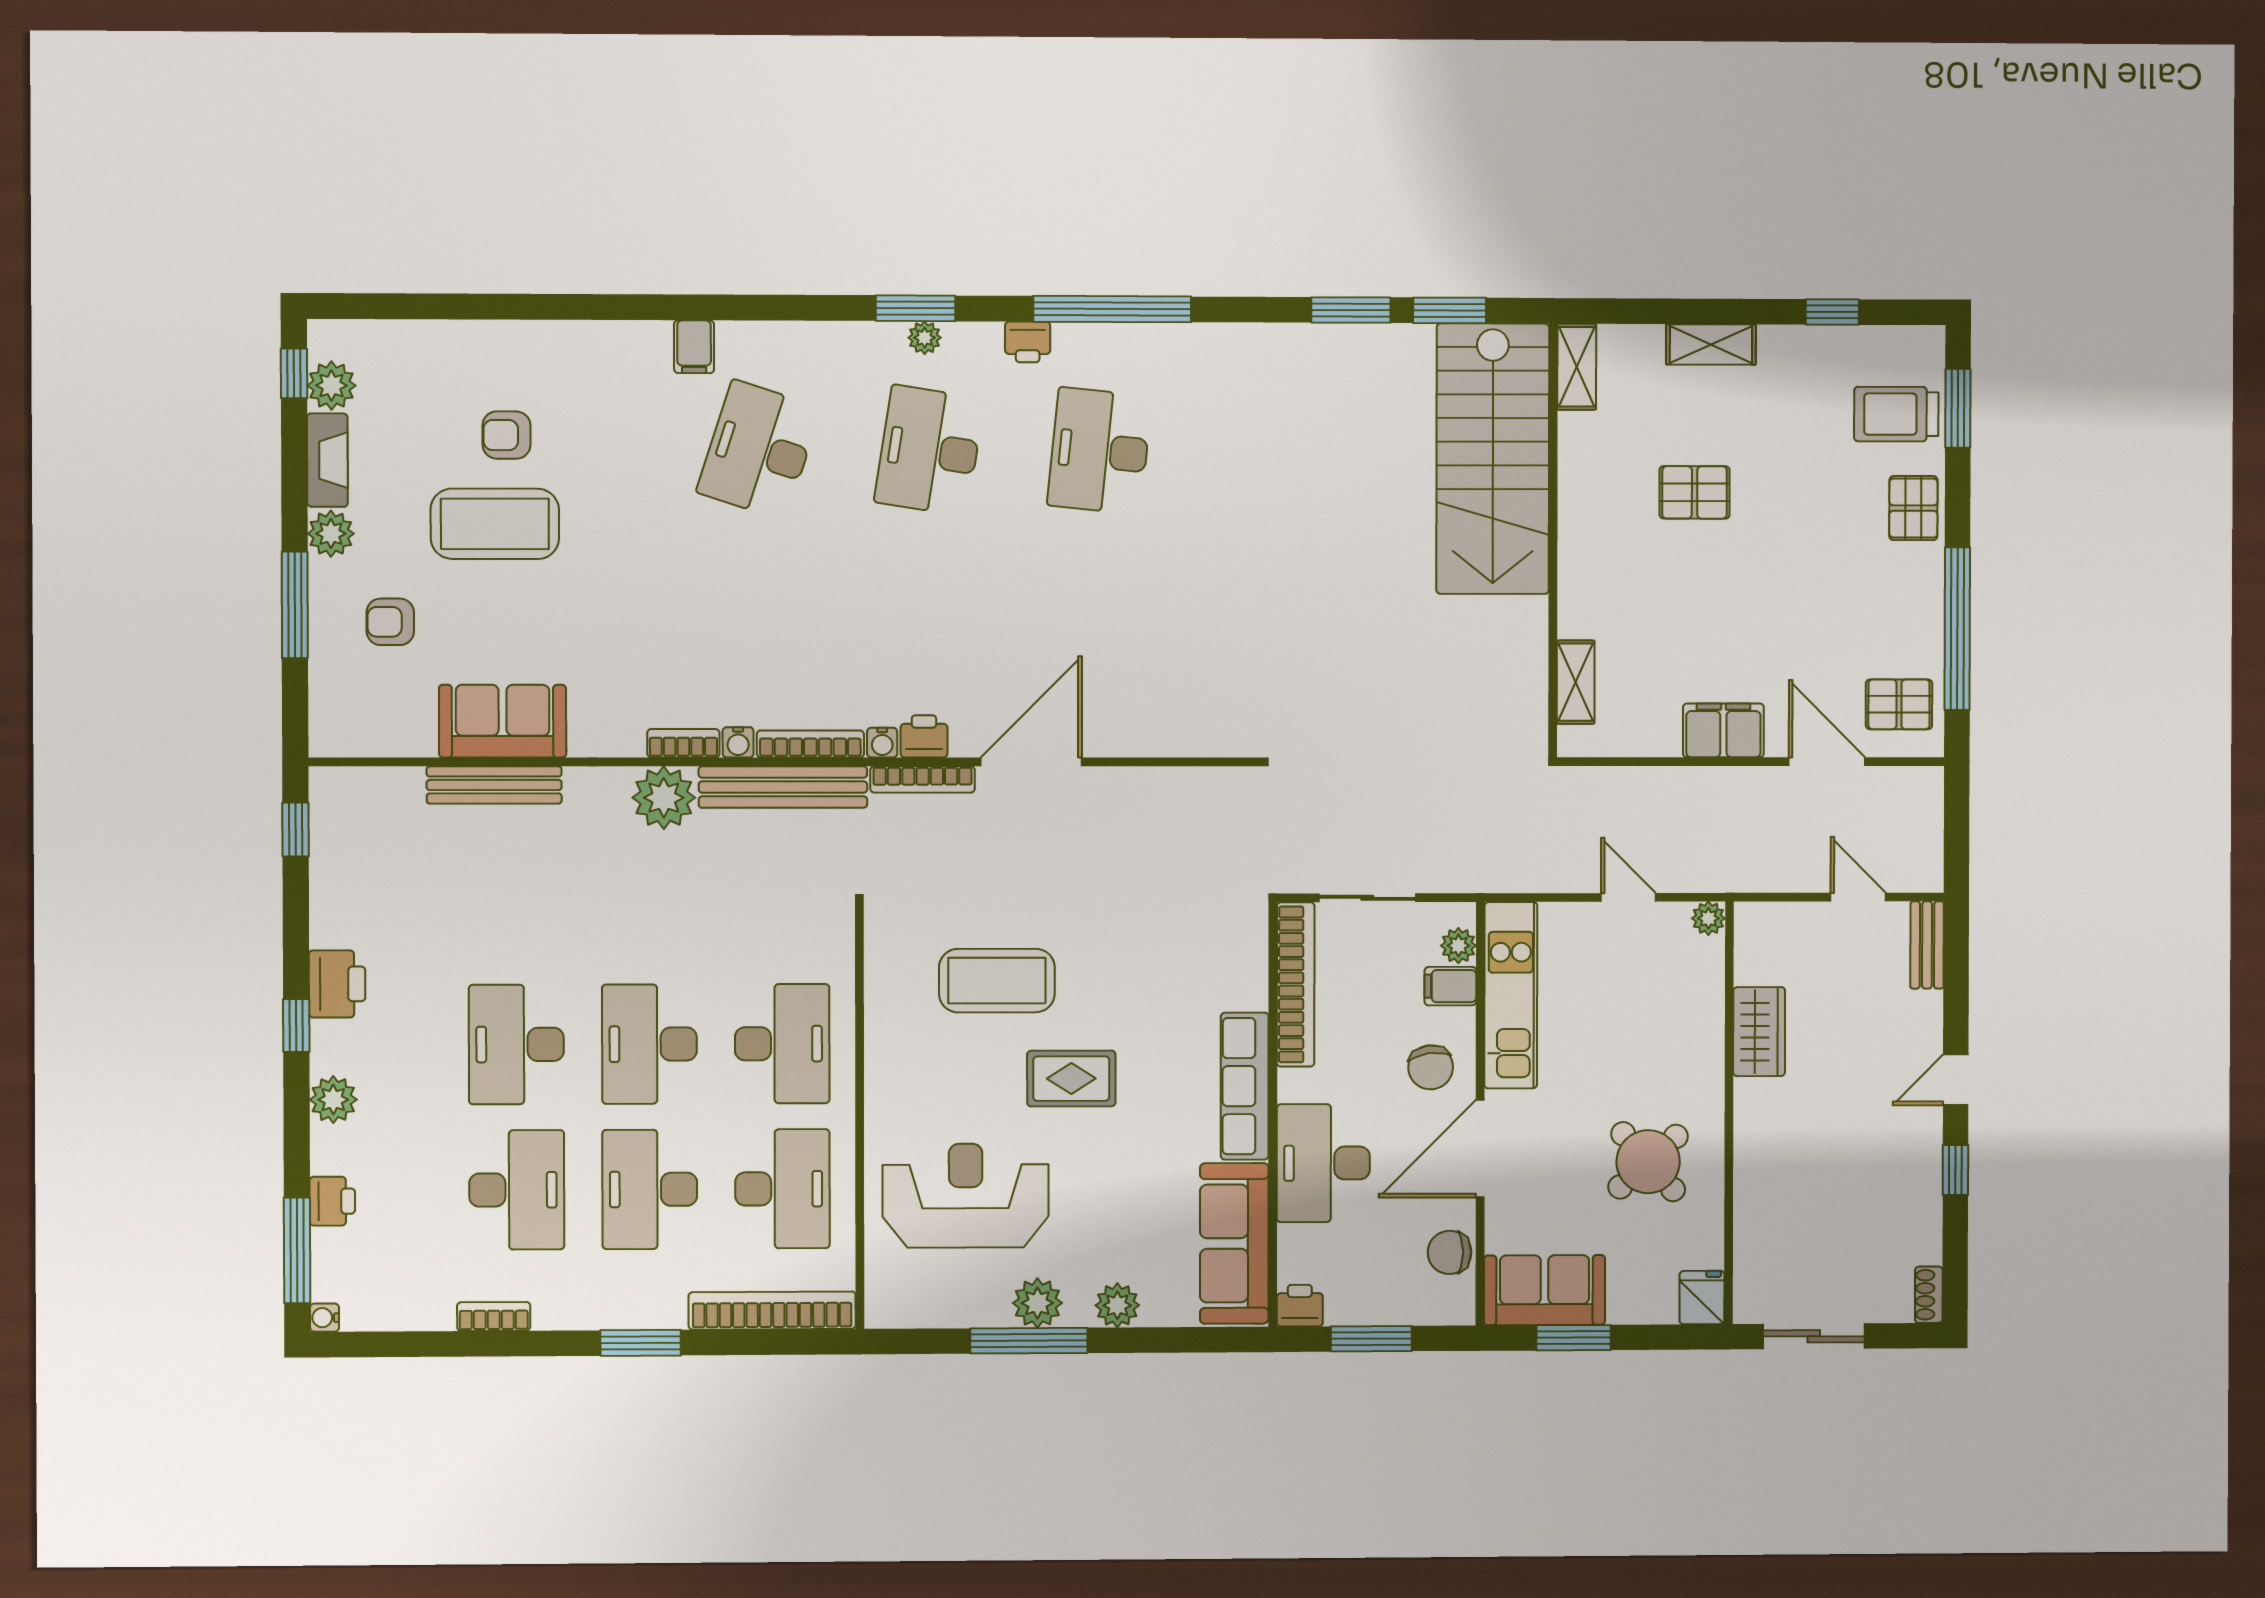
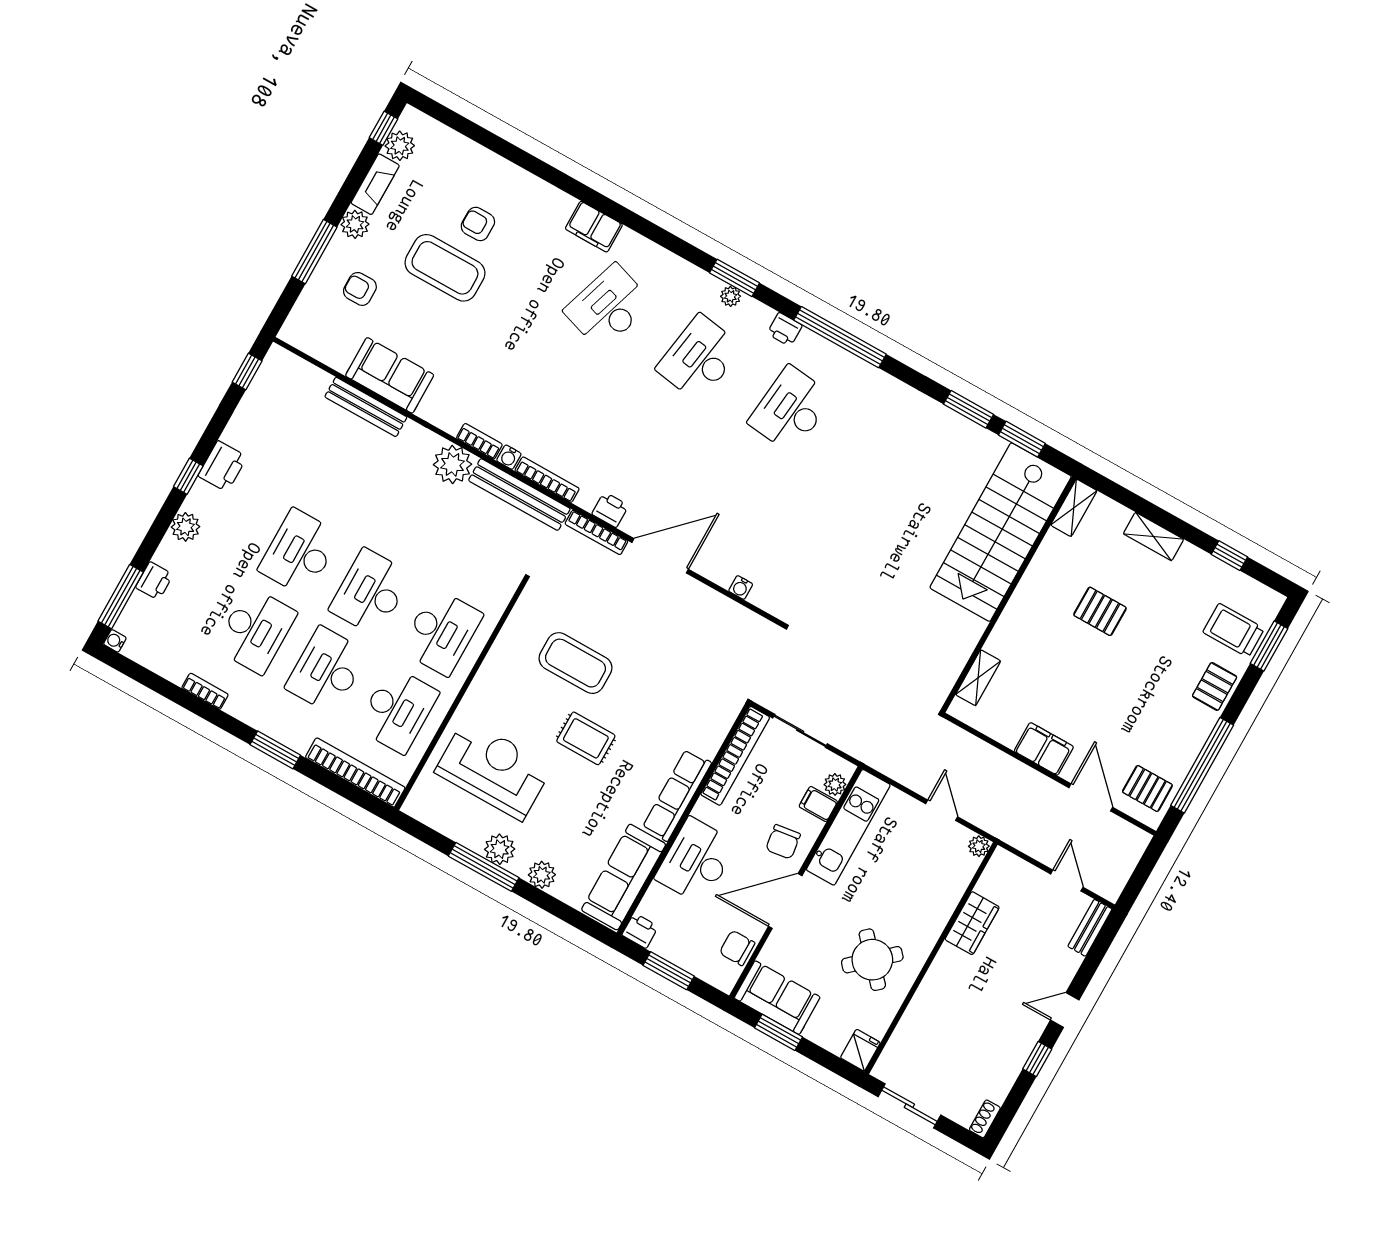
filing cabinet: (694, 347) -> (594, 227), width x2.00
water cooler: (882, 743) -> (741, 587), moved

